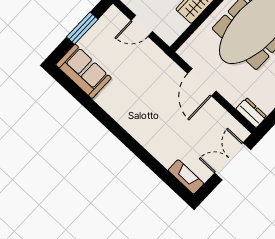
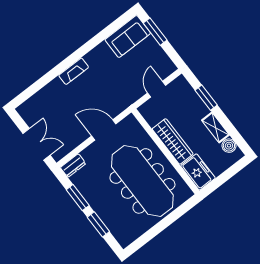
window: (82, 28) -> (155, 32), moved
fireplace: (186, 177) -> (74, 71), moved

